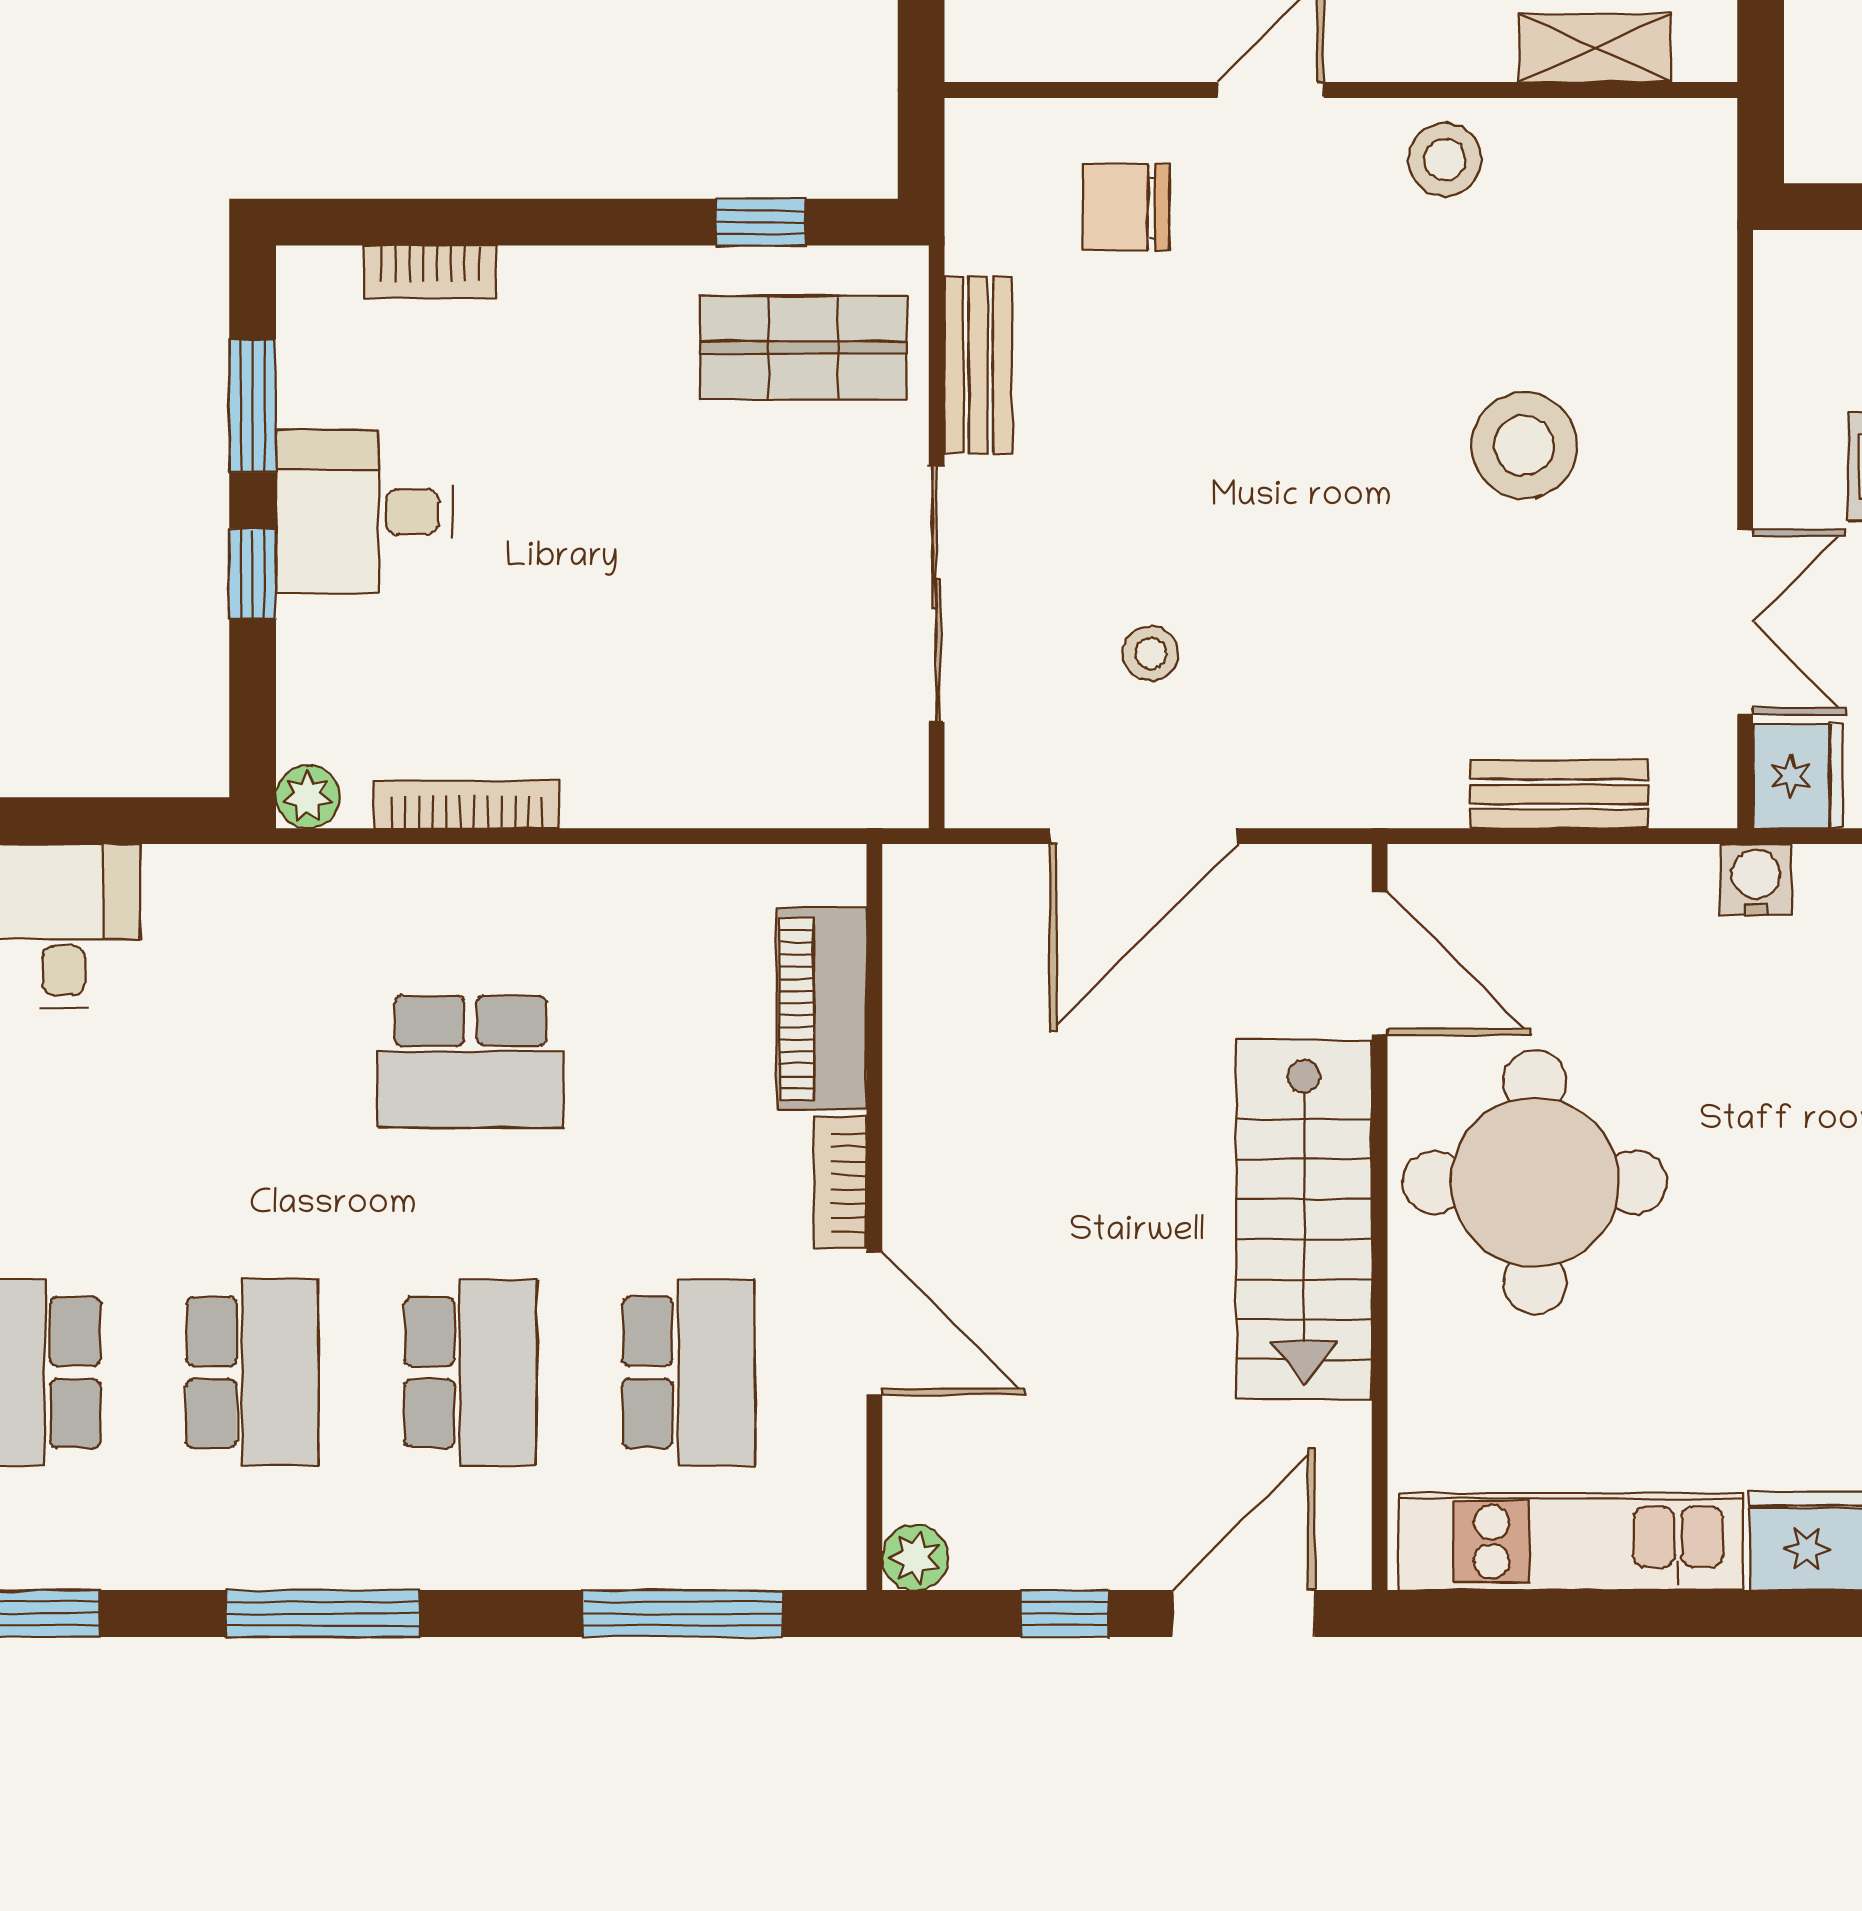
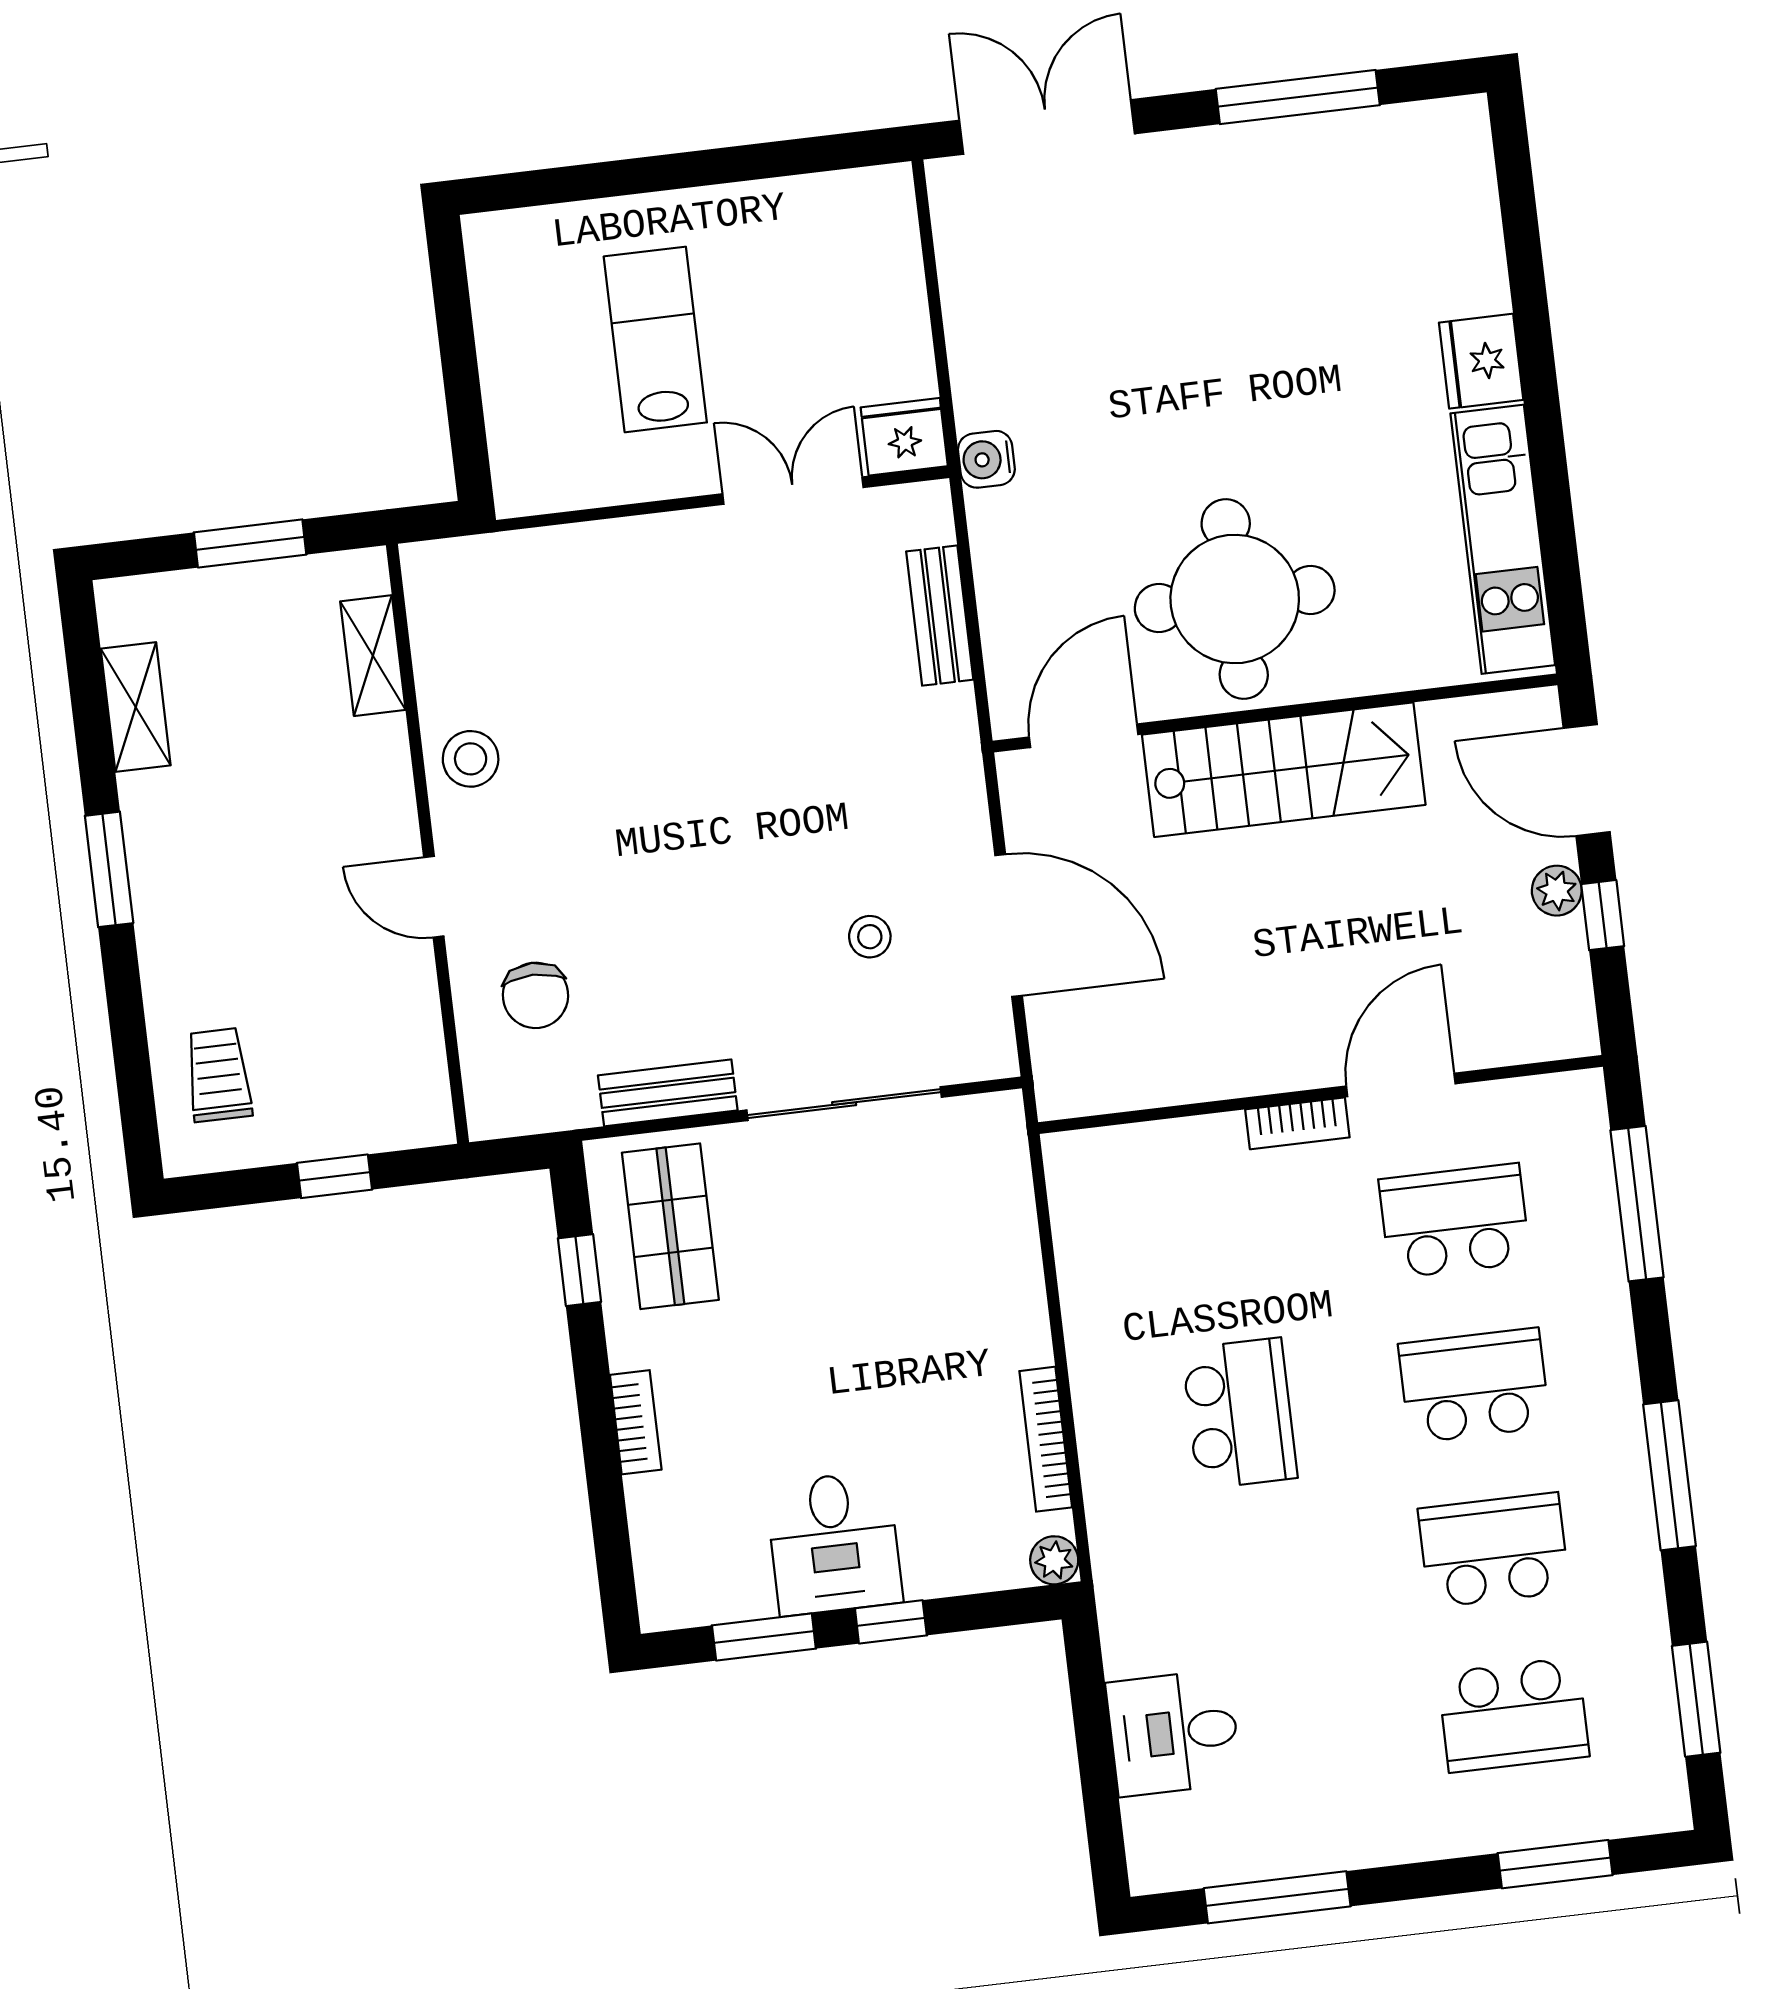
bookcase: (430, 272) -> (636, 1422), moved
stool: (1524, 446) -> (679, 673), removed
piano: (821, 1009) -> (1168, 1153), removed
plant: (915, 1557) -> (1557, 891), moved

